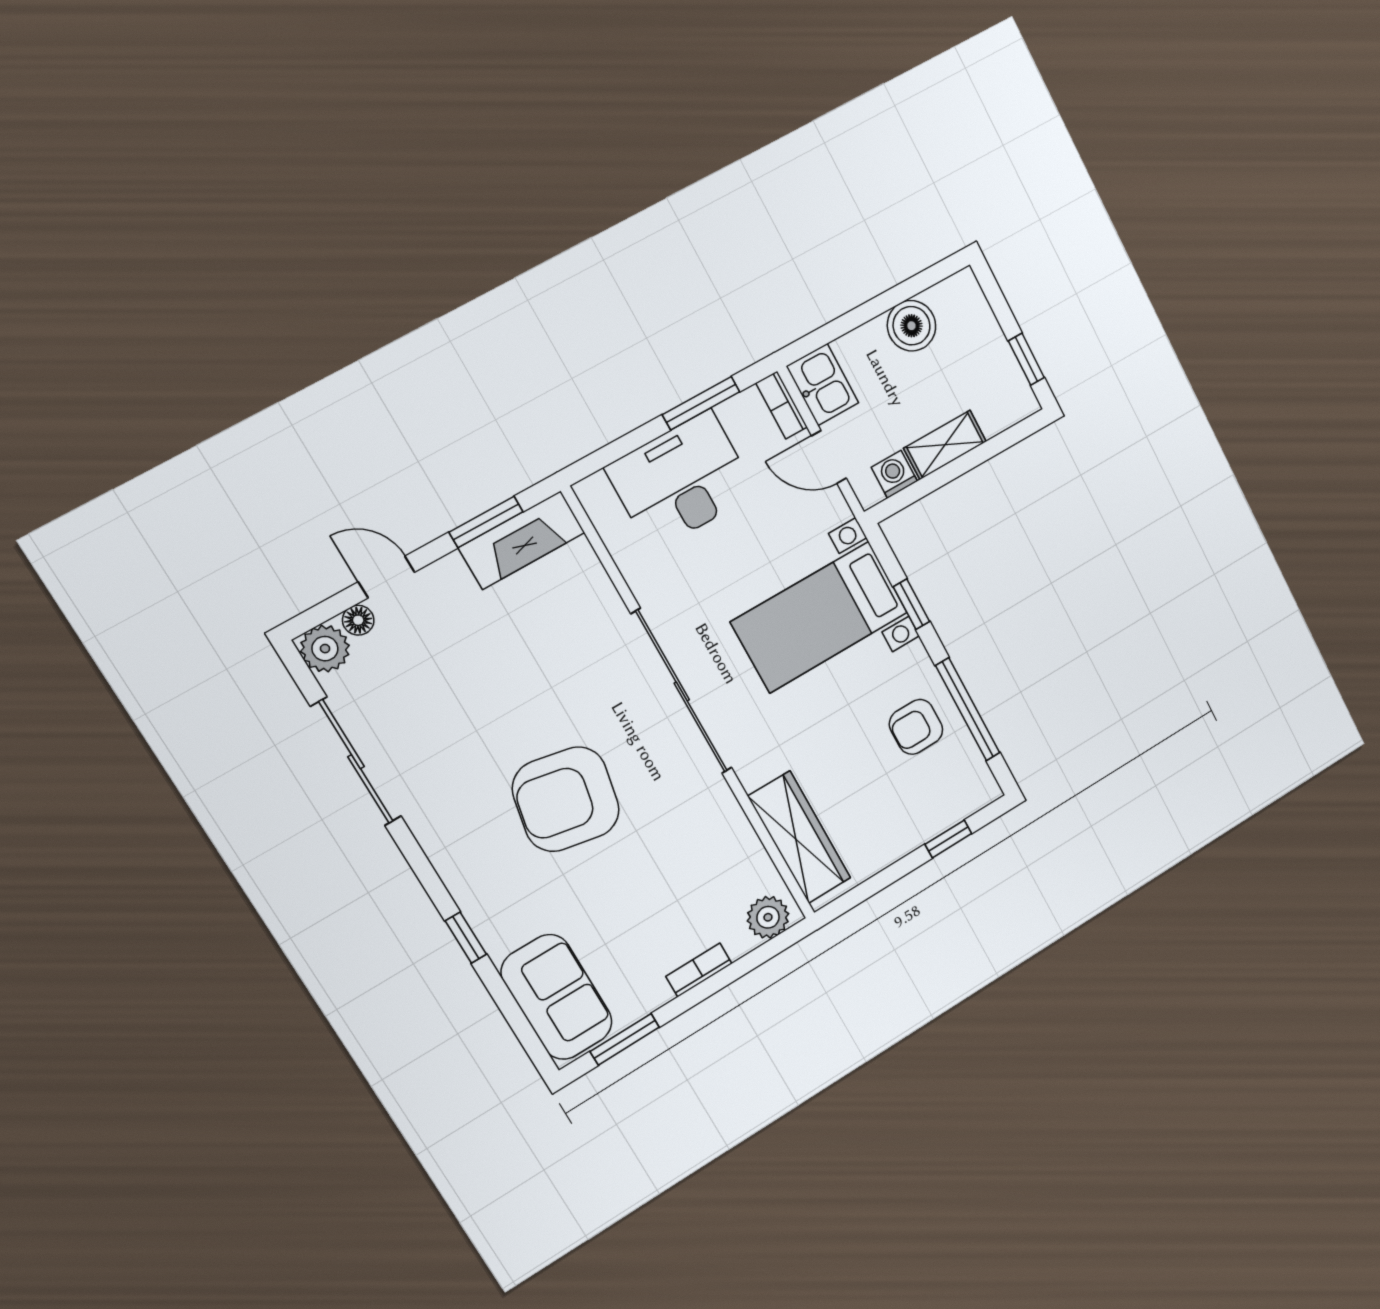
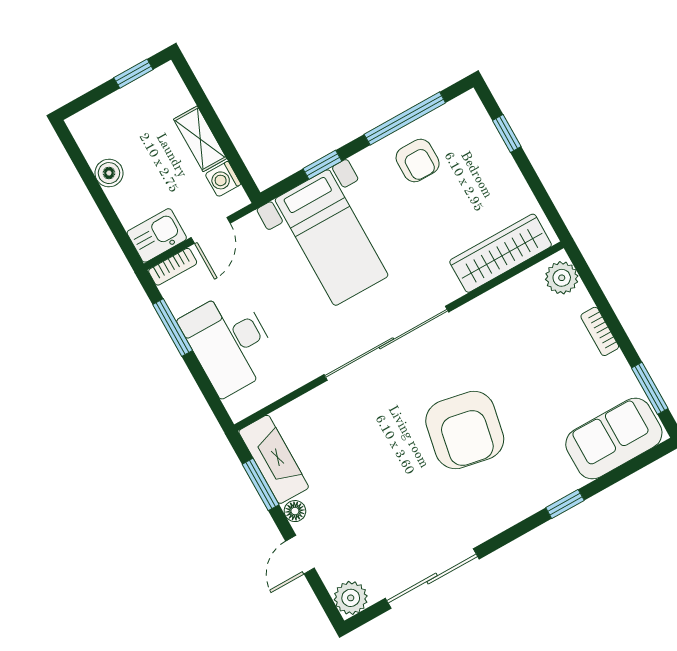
boiler: (912, 326) -> (109, 173), width x0.73, depth x0.73
floor lamp: (358, 620) -> (295, 511), moved

